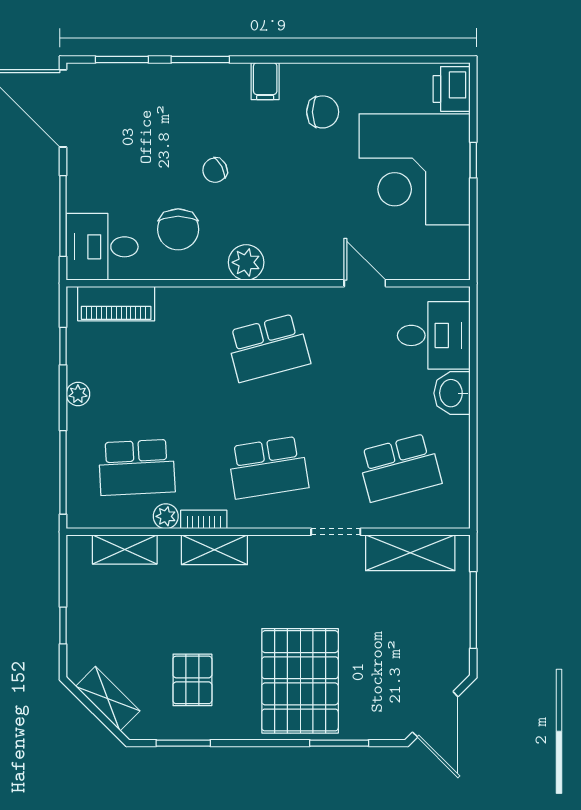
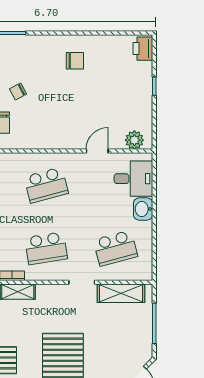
filing cabinet: (265, 81) -> (44, 45), removed
corner desk: (415, 169) -> (123, 91), removed
plant: (246, 262) -> (134, 140), moved
door: (365, 283) -> (97, 151), hinge flipped

